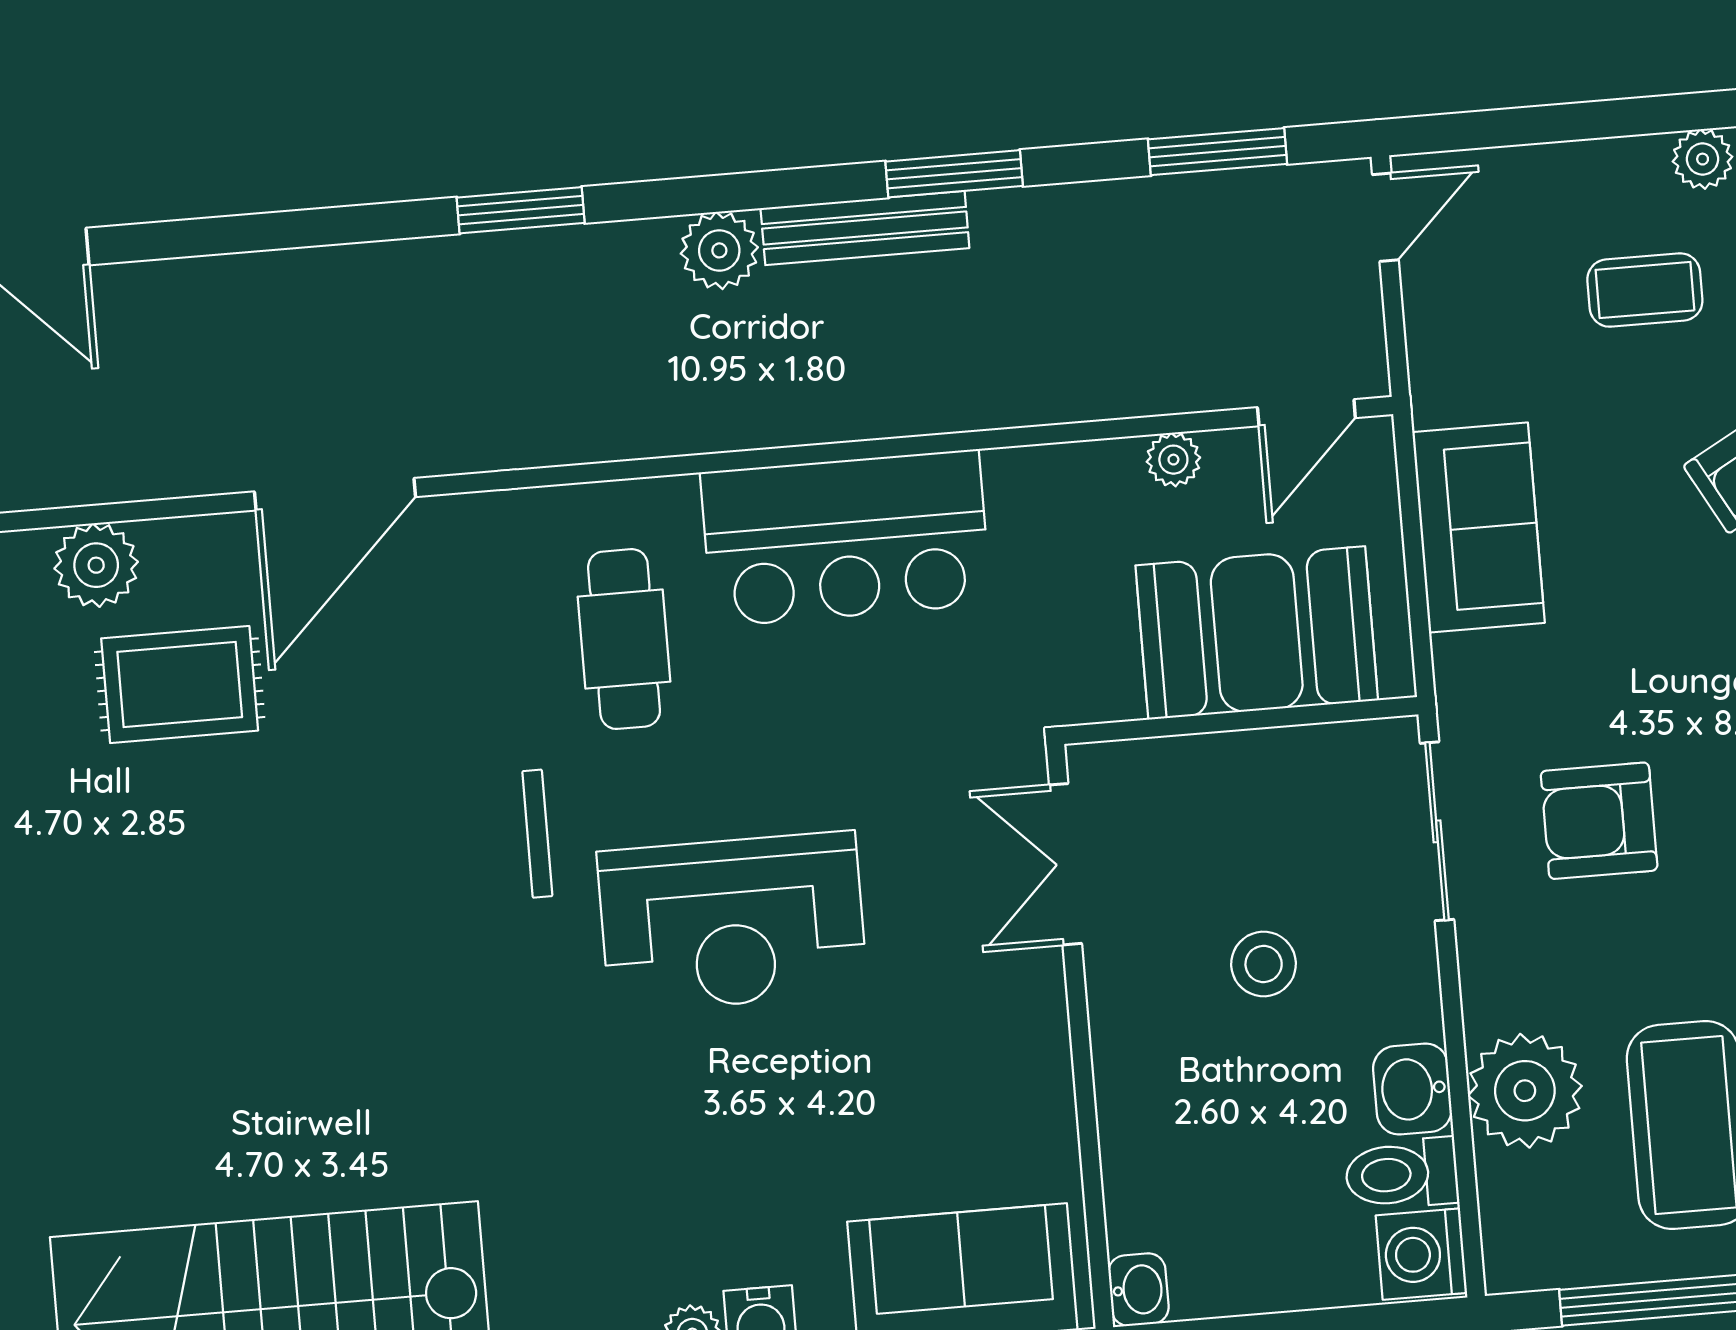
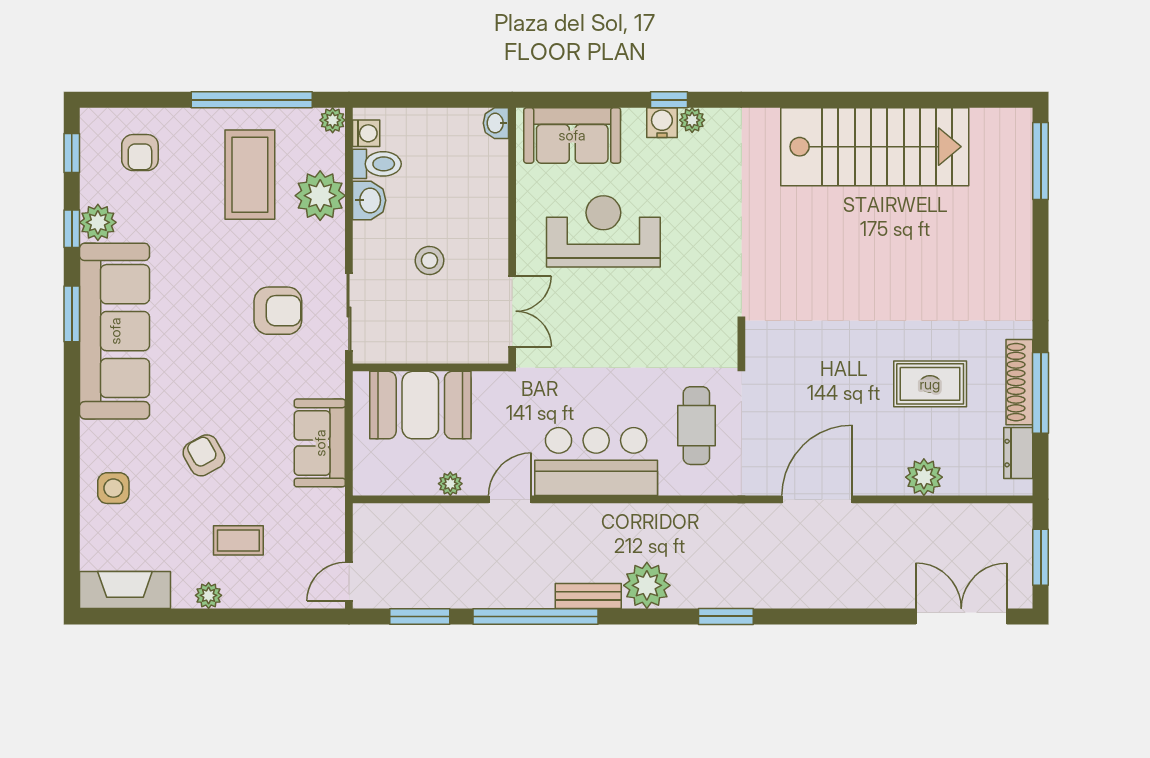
window: (954, 174) -> (535, 616), width x2.11
bench: (865, 228) -> (588, 596), width x0.73
plant: (719, 250) -> (647, 585), width x1.36, depth x1.36
door: (1306, 413) -> (510, 499), moved
rug: (180, 684) -> (930, 384), moved
reception desk: (732, 922) -> (603, 231), moved
washing machine: (1421, 1254) -> (366, 133), width x0.73, depth x0.73
plant: (1511, 1265) -> (333, 120), added

